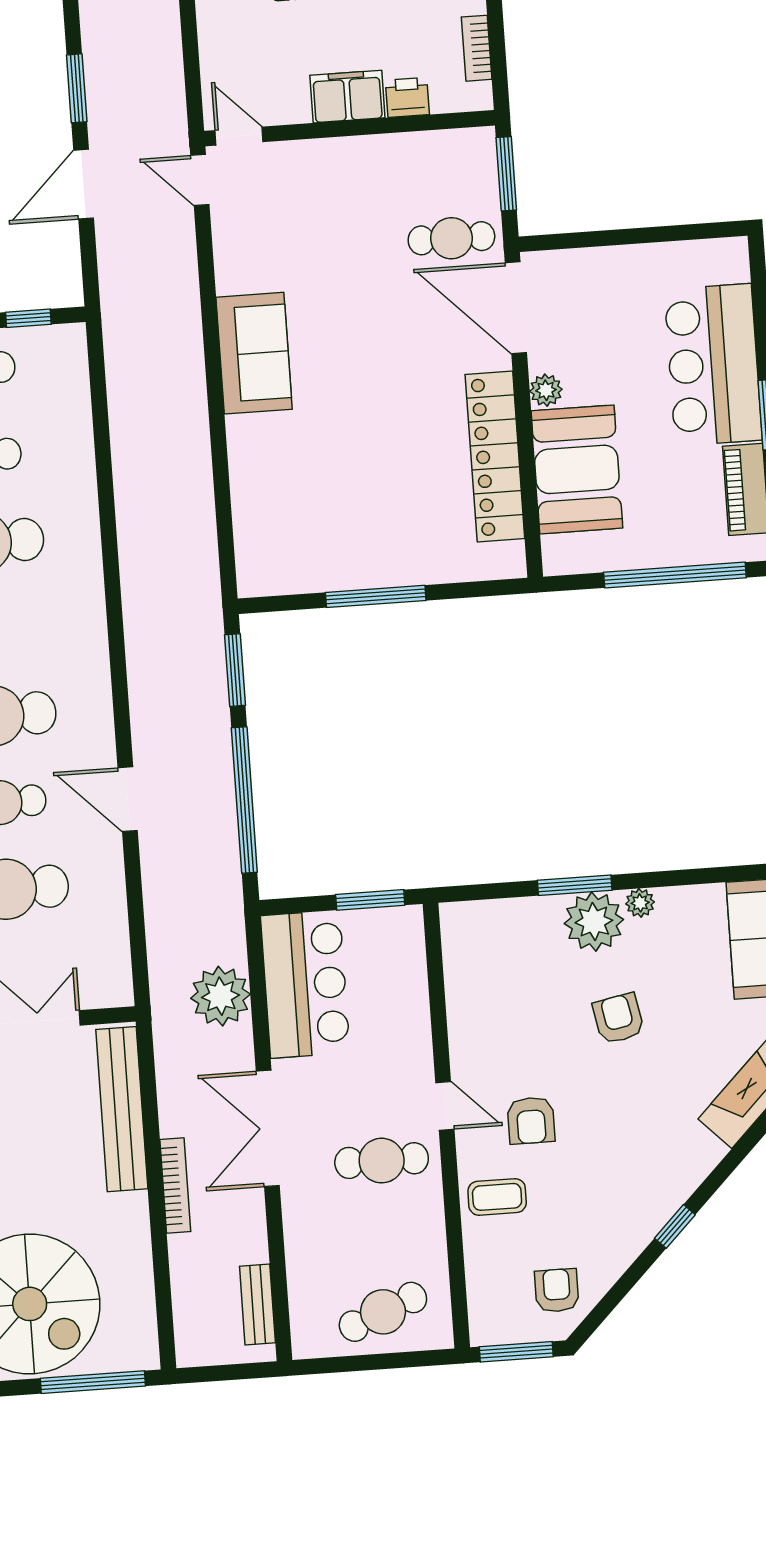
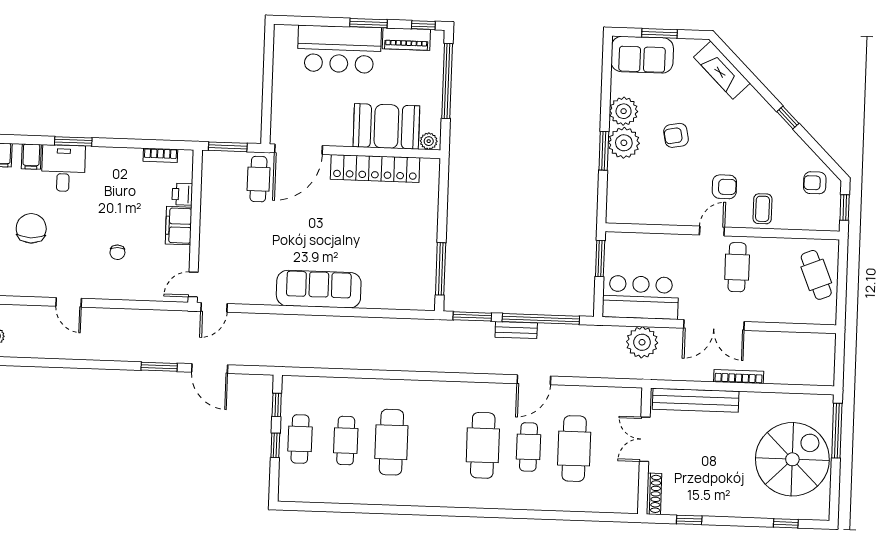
sofa: (254, 353) -> (319, 289), width x1.36
plant: (546, 390) -> (429, 141), moved
window: (376, 596) -> (441, 269), moved
plant: (640, 903) -> (624, 111), width x1.87, depth x1.87
bench: (257, 1305) -> (516, 330), moved
window: (516, 1352) -> (845, 207), width x0.67

